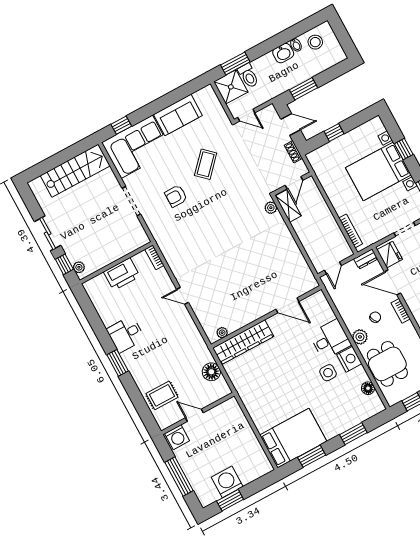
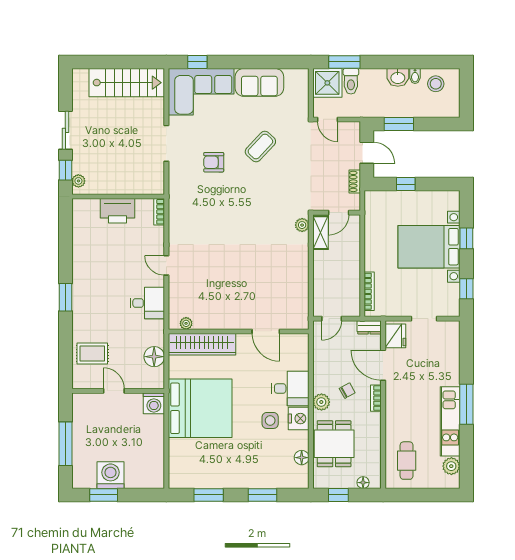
desk: (126, 334) -> (147, 303), moved, turned 180
washing machine: (177, 437) -> (154, 403), moved
bed: (293, 438) -> (200, 408), moved, width x1.36

